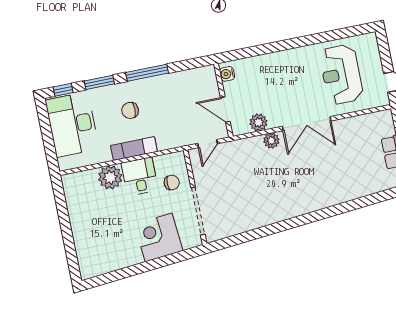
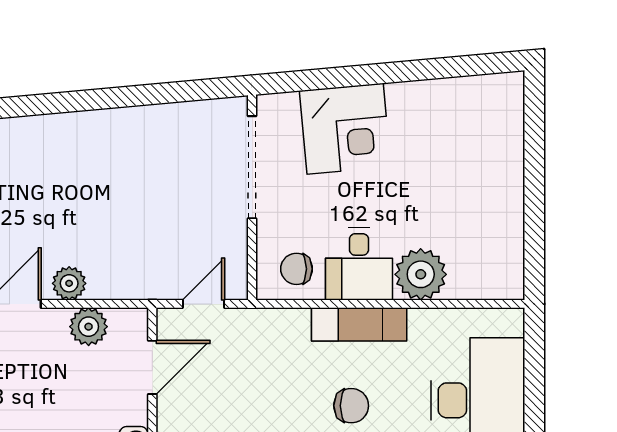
door: (225, 110) -> (152, 367), hinge flipped
chair: (172, 183) -> (296, 269), moved

